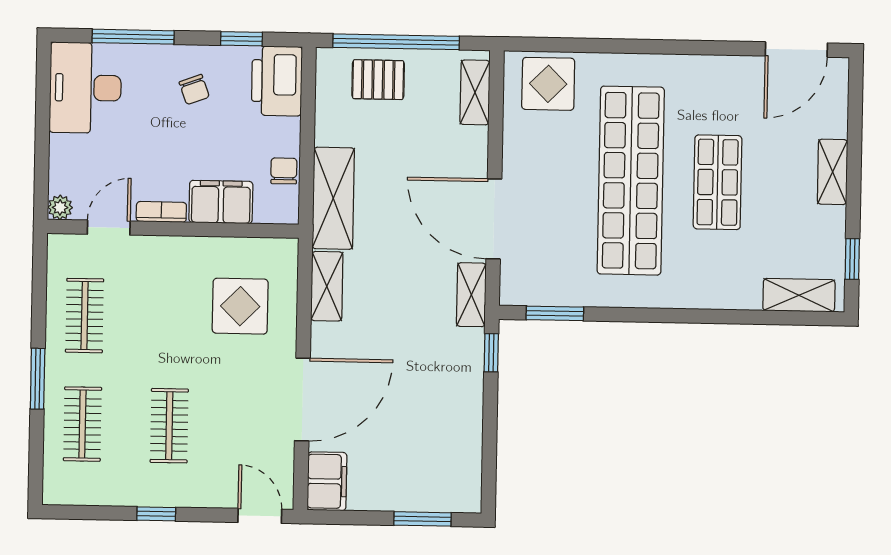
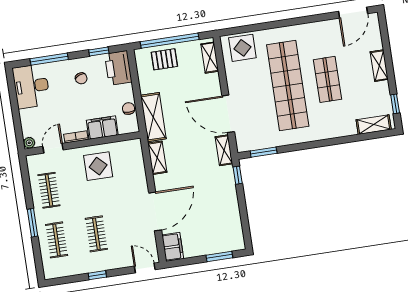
display table: (240, 306) -> (98, 166), moved

